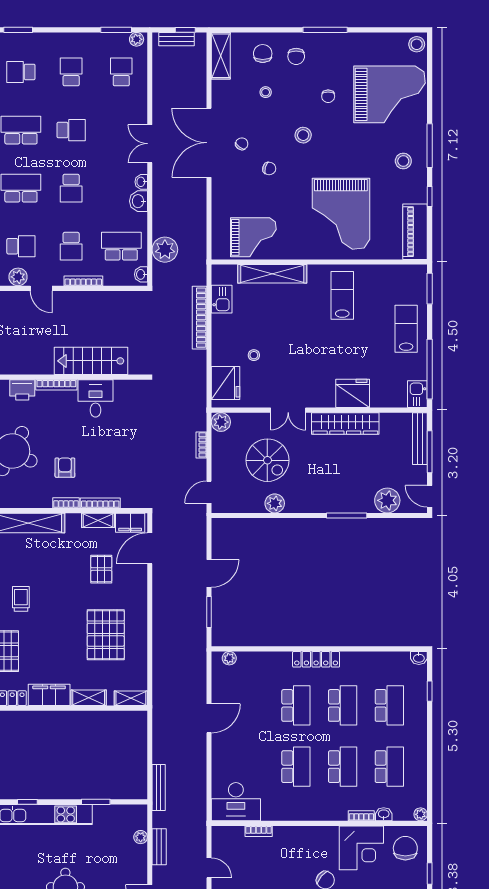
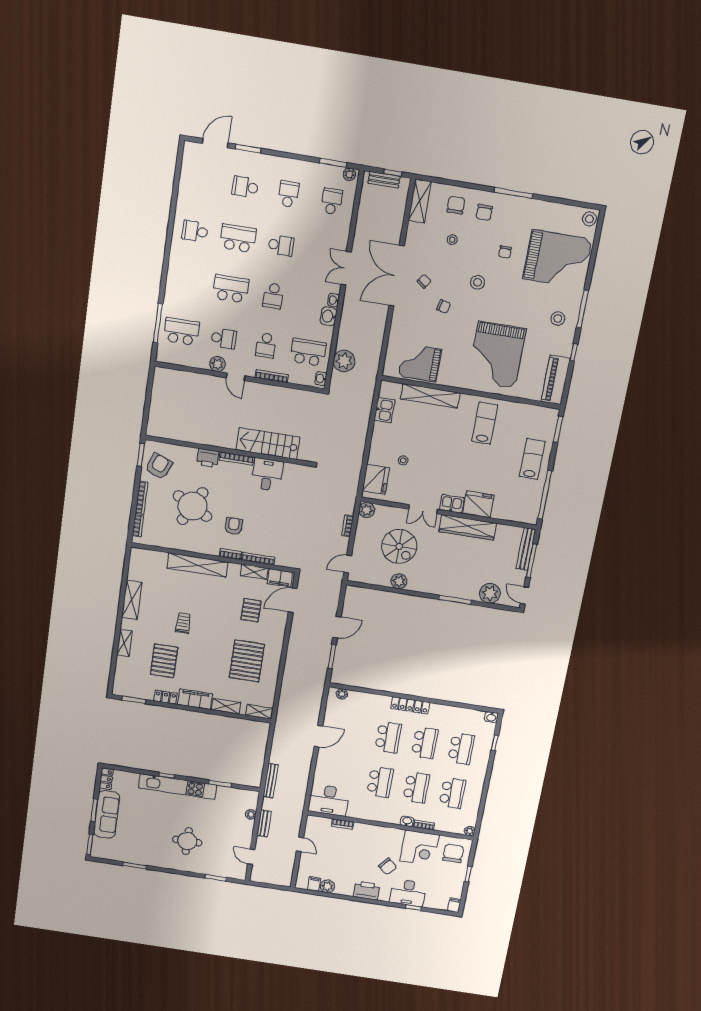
grand piano: (253, 237) -> (420, 363), turned 180
bookcase: (199, 318) -> (363, 422), removed
kitchen sink: (417, 394) -> (452, 504), moved, turned 90
washbasin: (384, 814) -> (407, 821), moved

